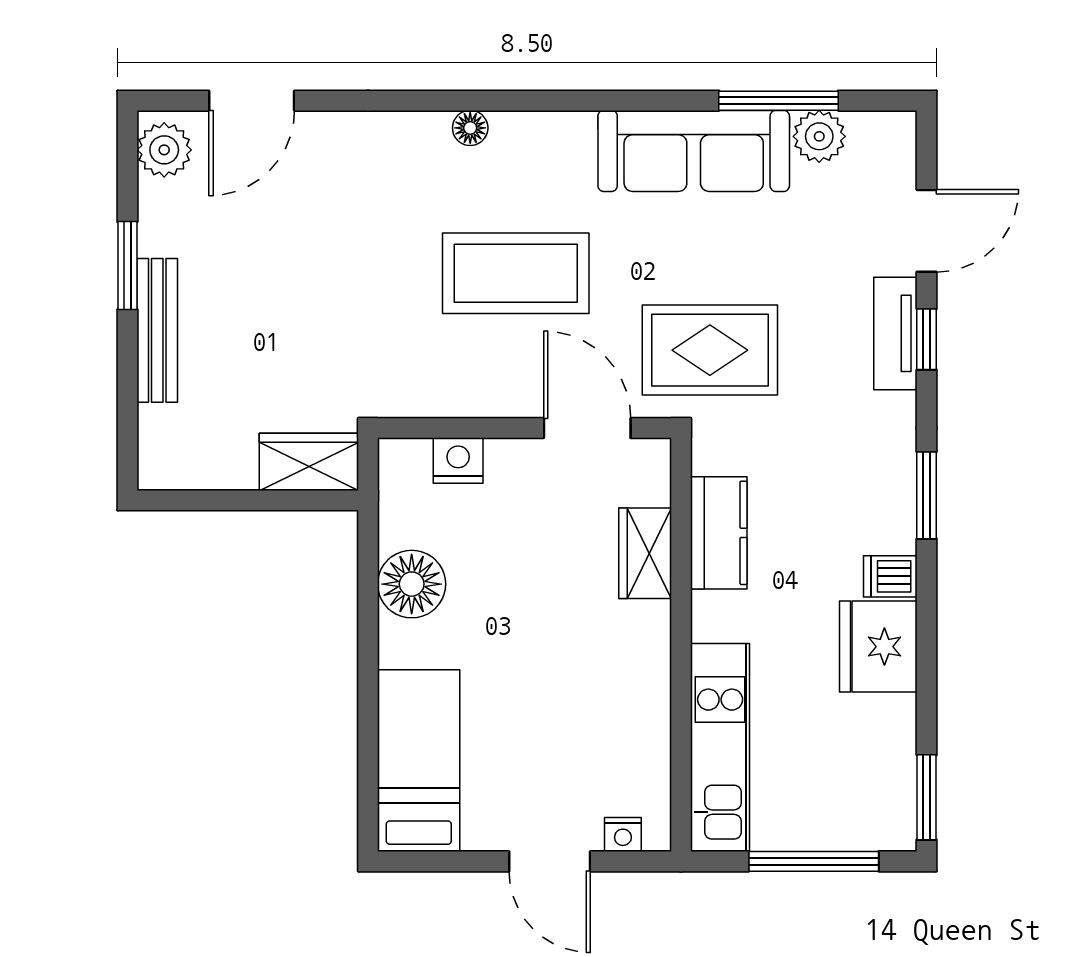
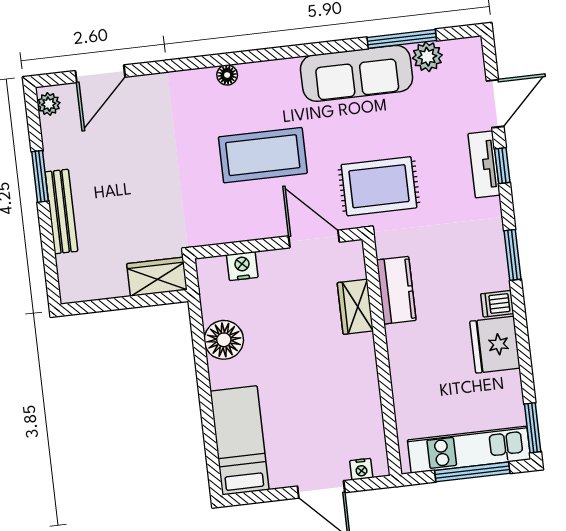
plant: (164, 150) -> (49, 104), width x0.73, depth x0.73
kitchen unit: (720, 748) -> (469, 450), moved, turned -90

